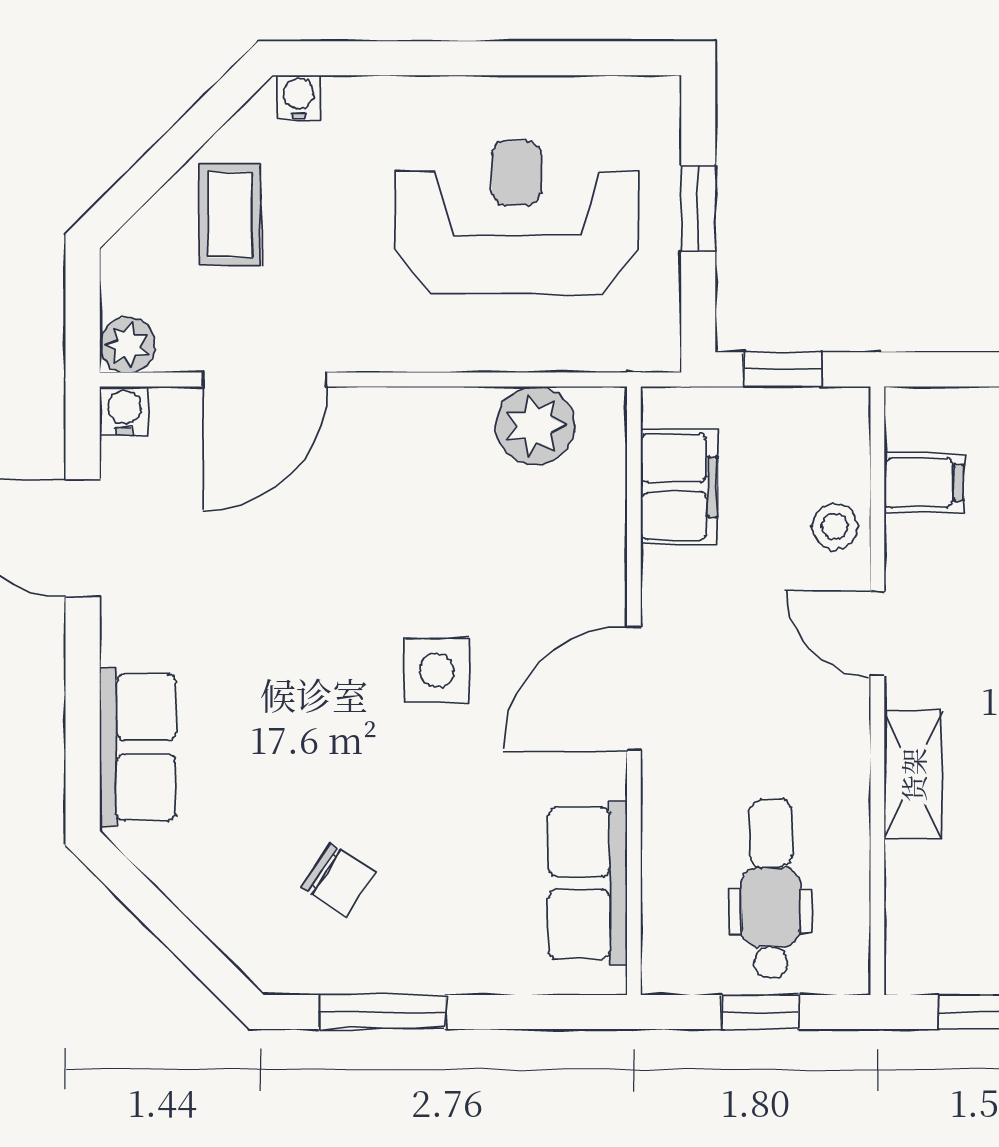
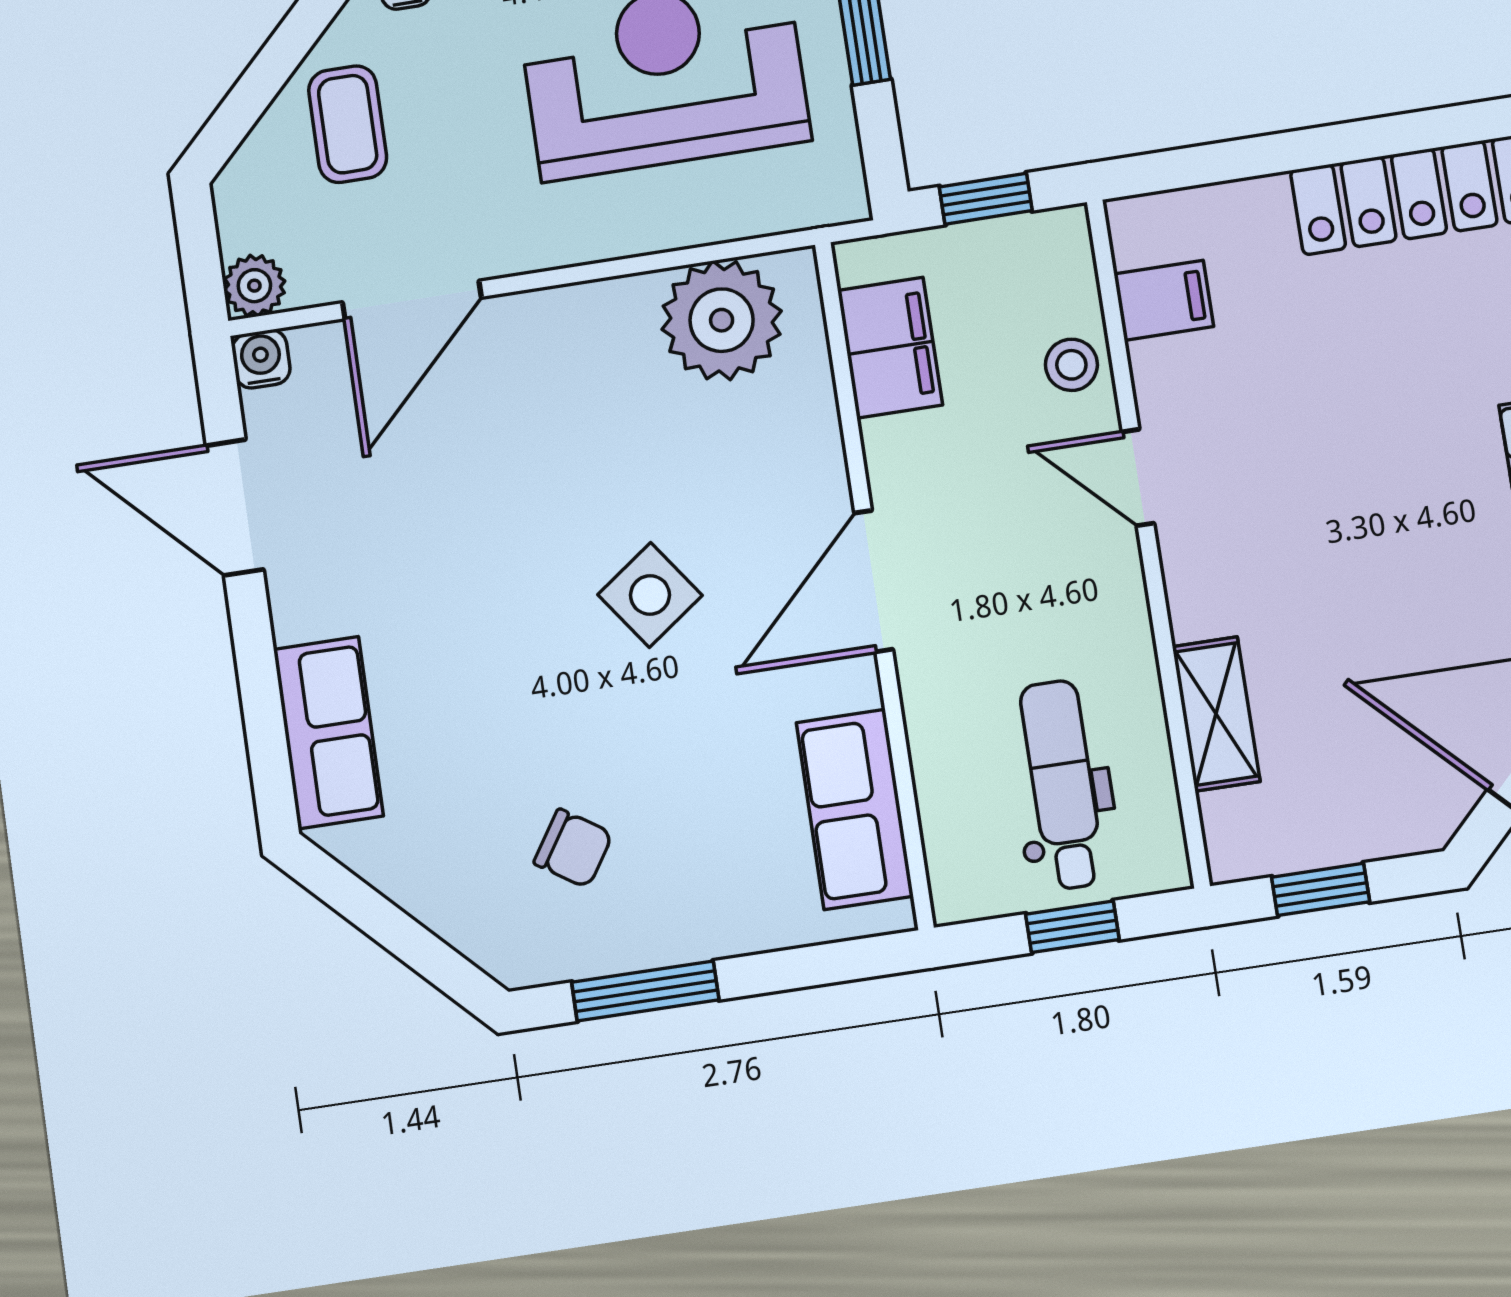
plant: (535, 426) -> (722, 320), width x1.36, depth x1.36
side table: (437, 671) -> (650, 595), turned -36
shelving: (913, 775) -> (1216, 714), moved

